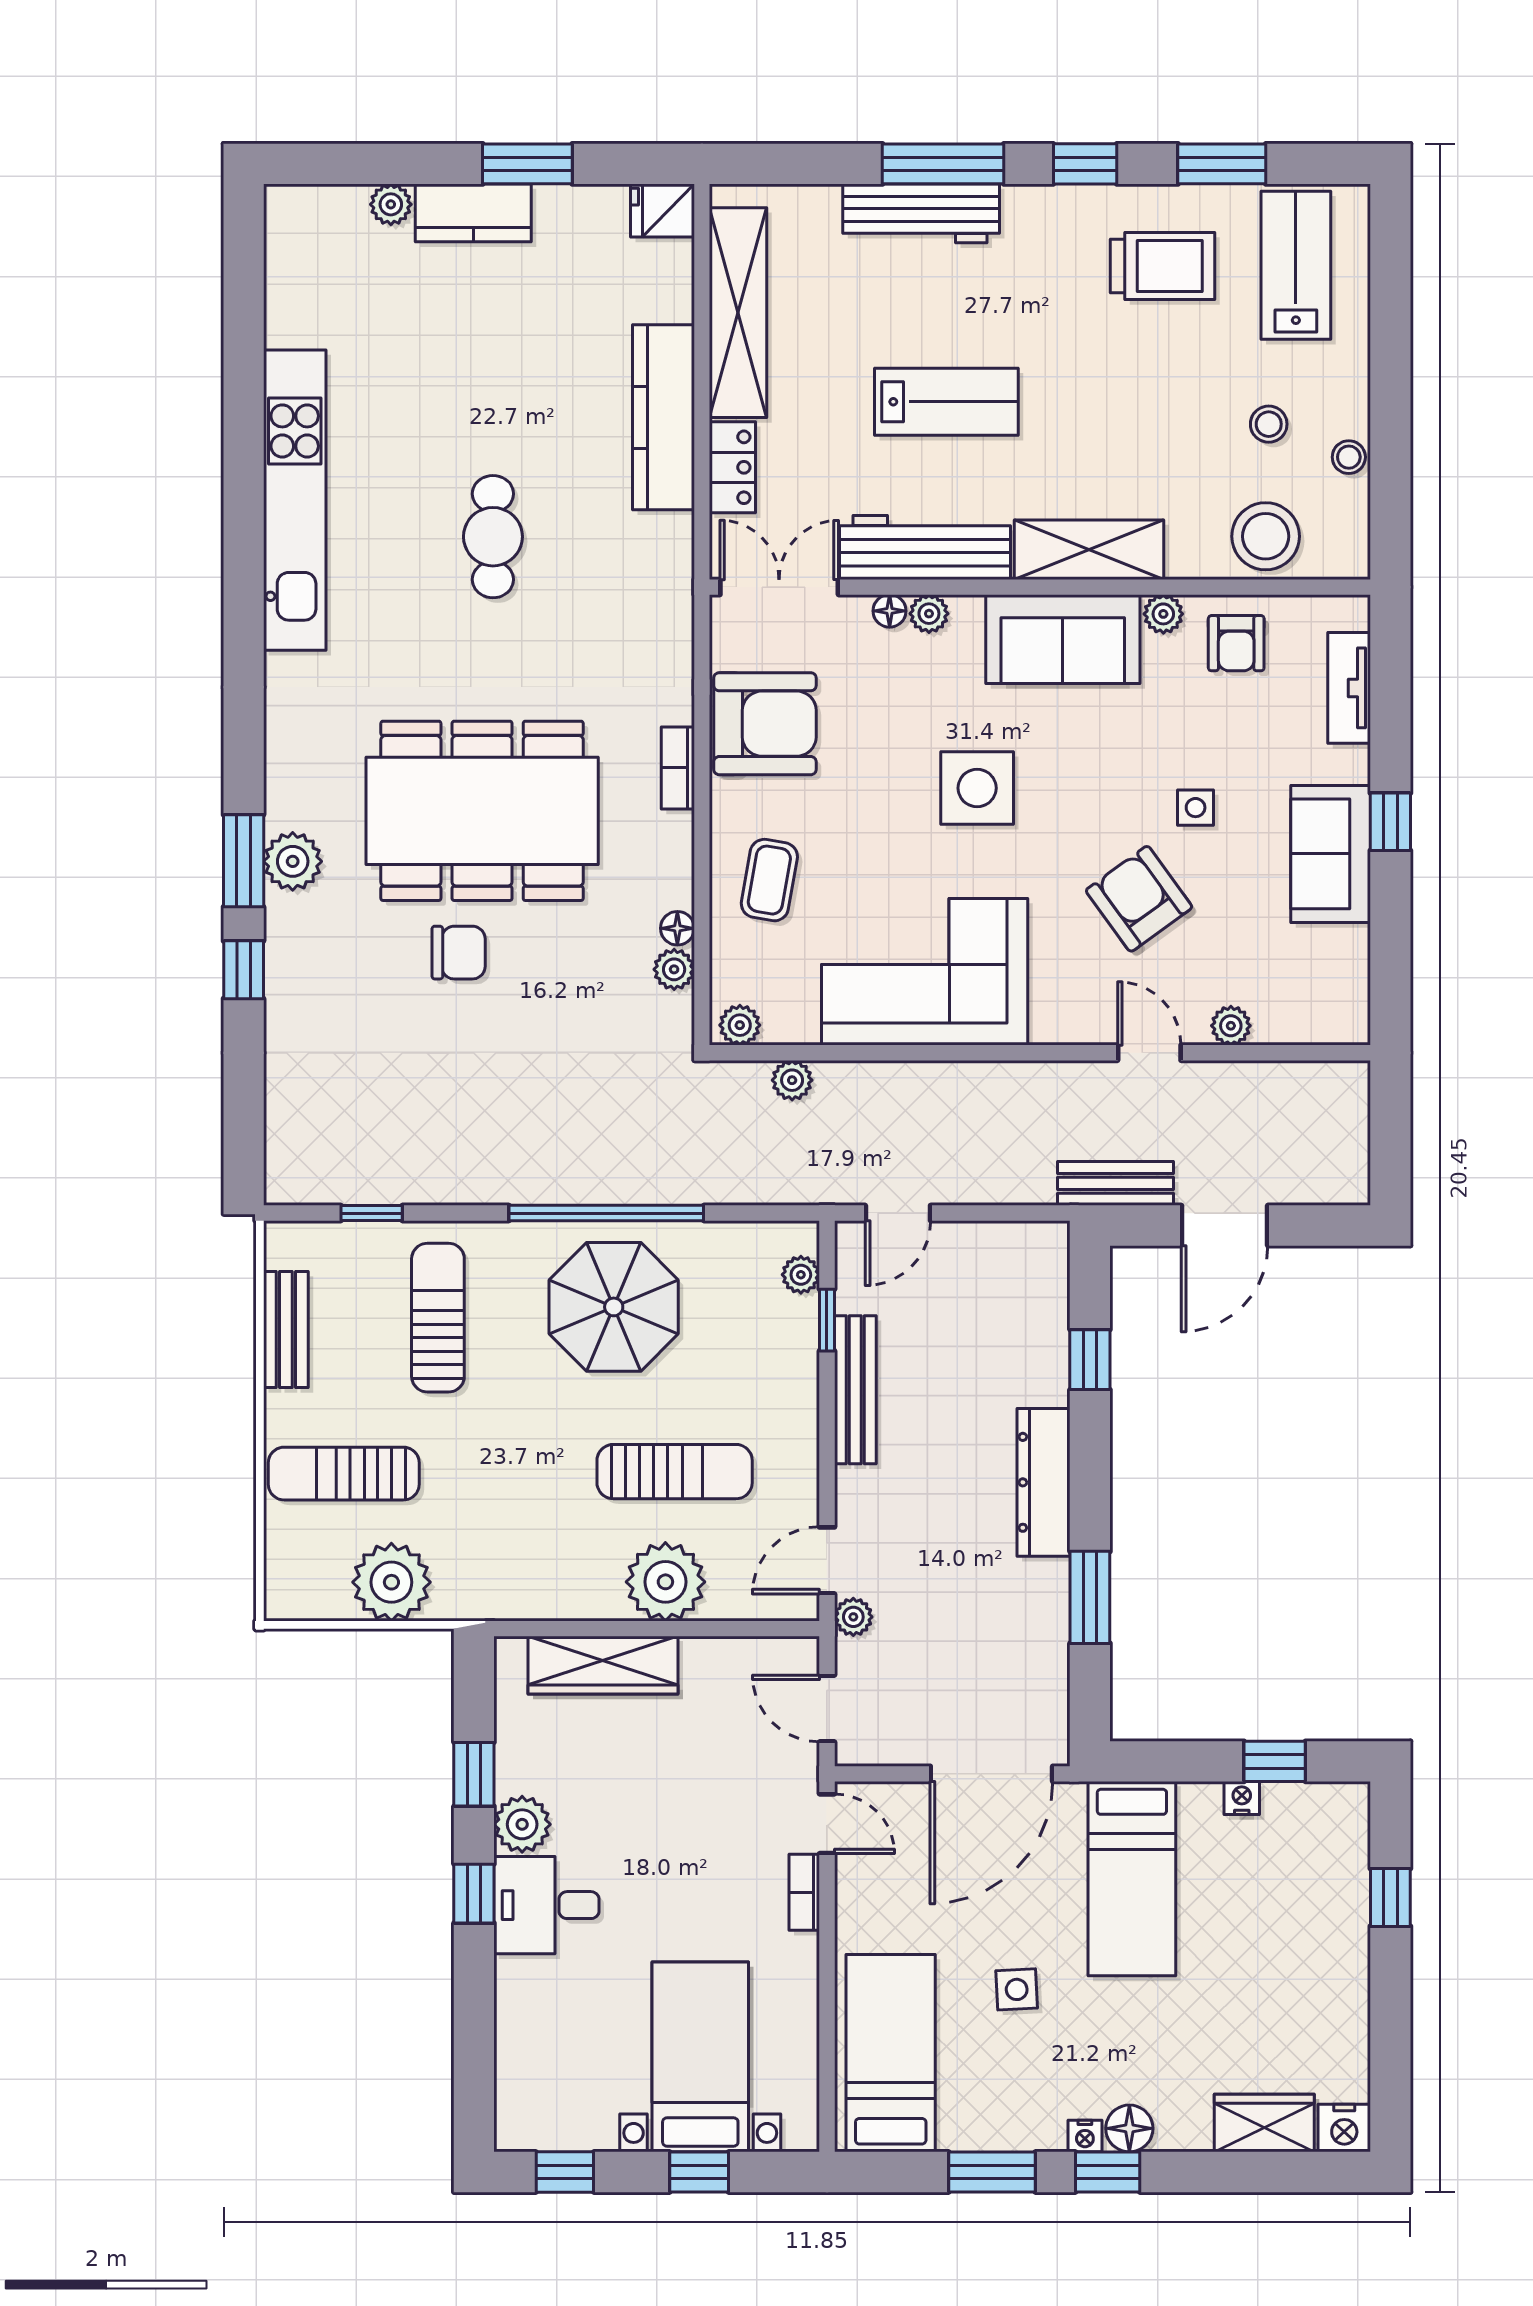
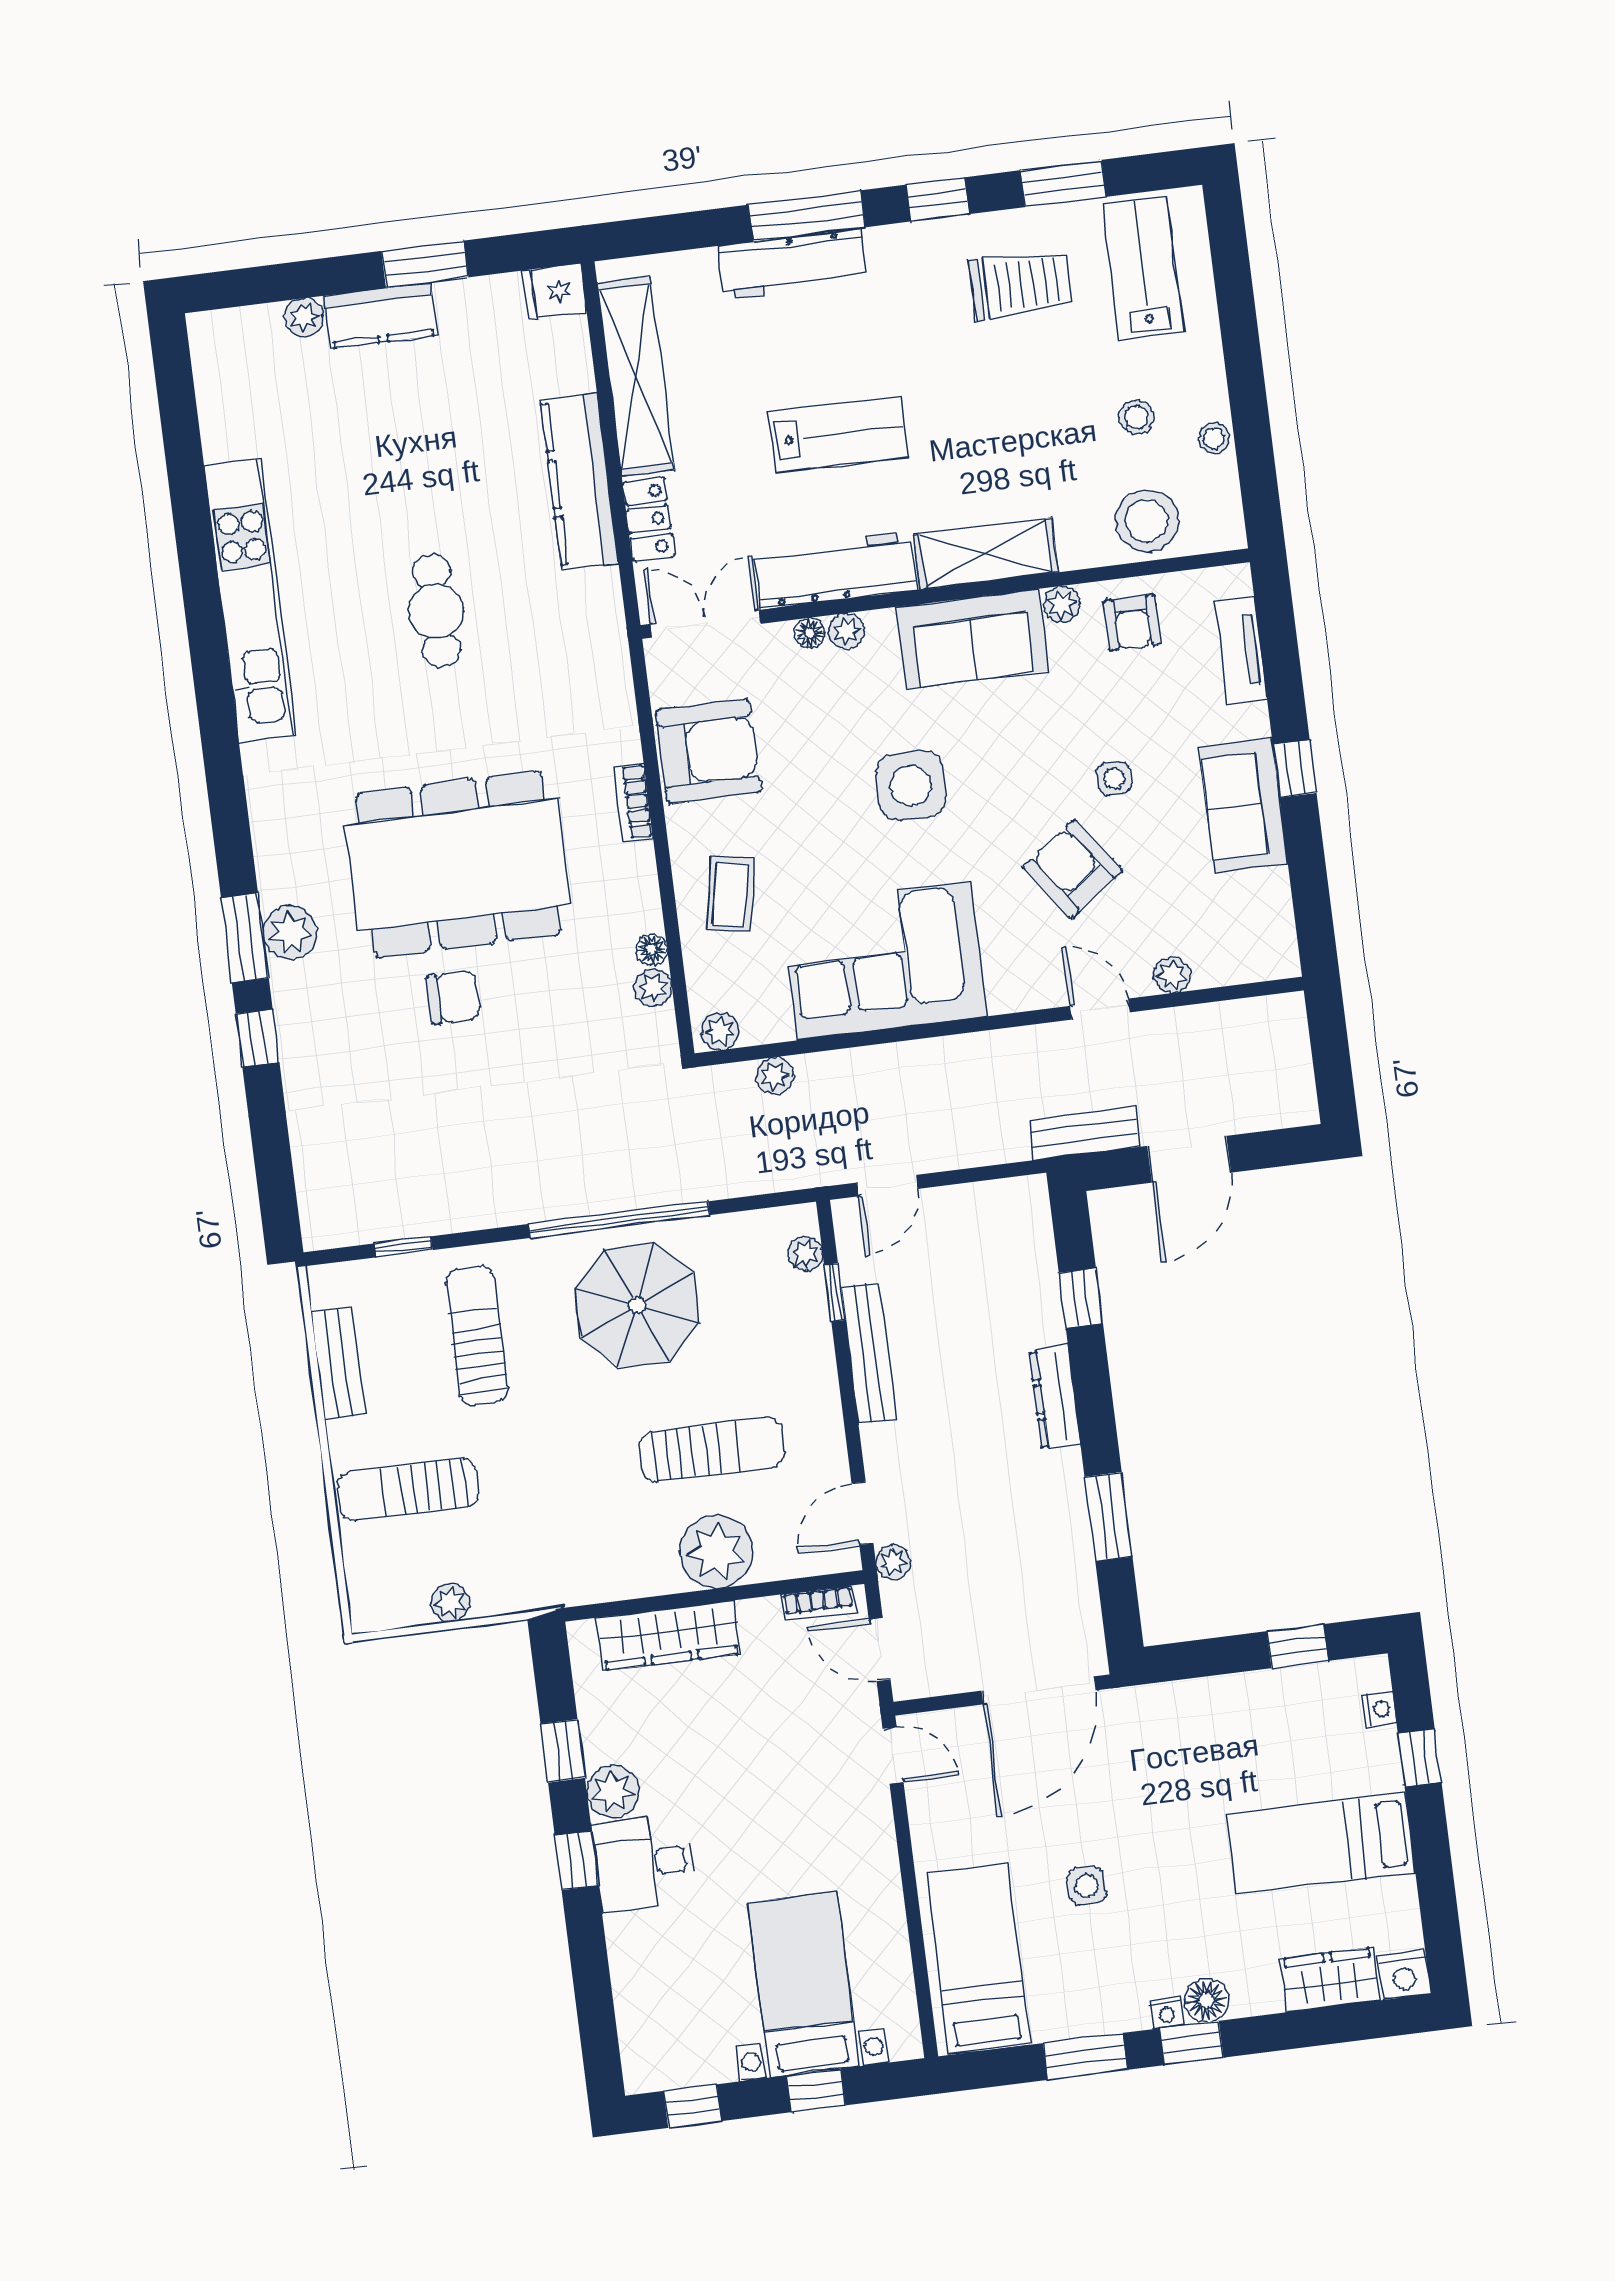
dresser: (1043, 1482) -> (1055, 1398), width x0.73, depth x0.80
plant: (391, 1582) -> (450, 1603), width x0.53, depth x0.53
nightstand: (1242, 1798) -> (1379, 1709), moved, turned 90
bed: (1132, 1879) -> (1321, 1843), moved, turned 90
bookcase: (804, 1892) -> (818, 1604), moved, turned -90

